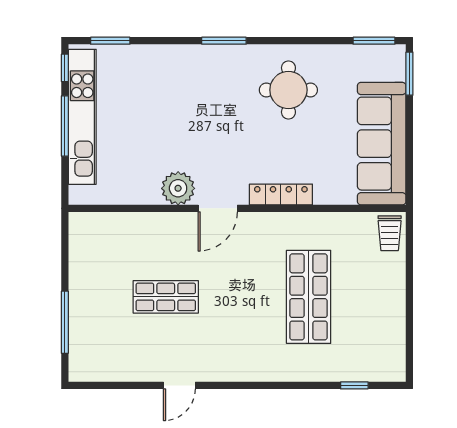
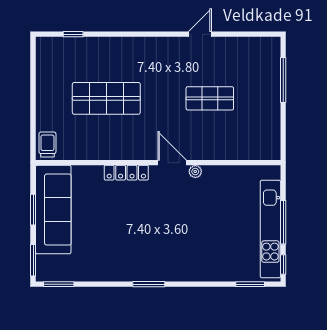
window: (224, 41) -> (149, 284), moved
round table: (288, 90) -> (121, 248), removed
window: (409, 143) -> (33, 210), added
plant: (178, 188) -> (195, 172), width x0.53, depth x0.53
door: (218, 208) -> (172, 163), hinge flipped
shop shelf: (309, 297) -> (106, 98), turned 90

